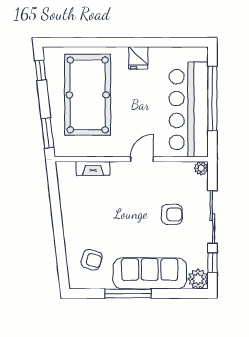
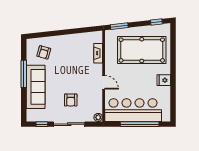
plant: (198, 279) -> (32, 116), removed

